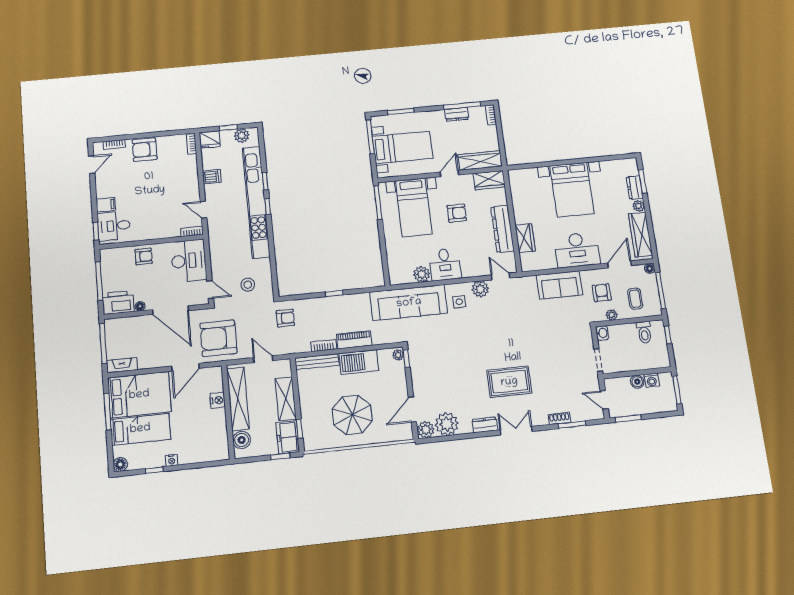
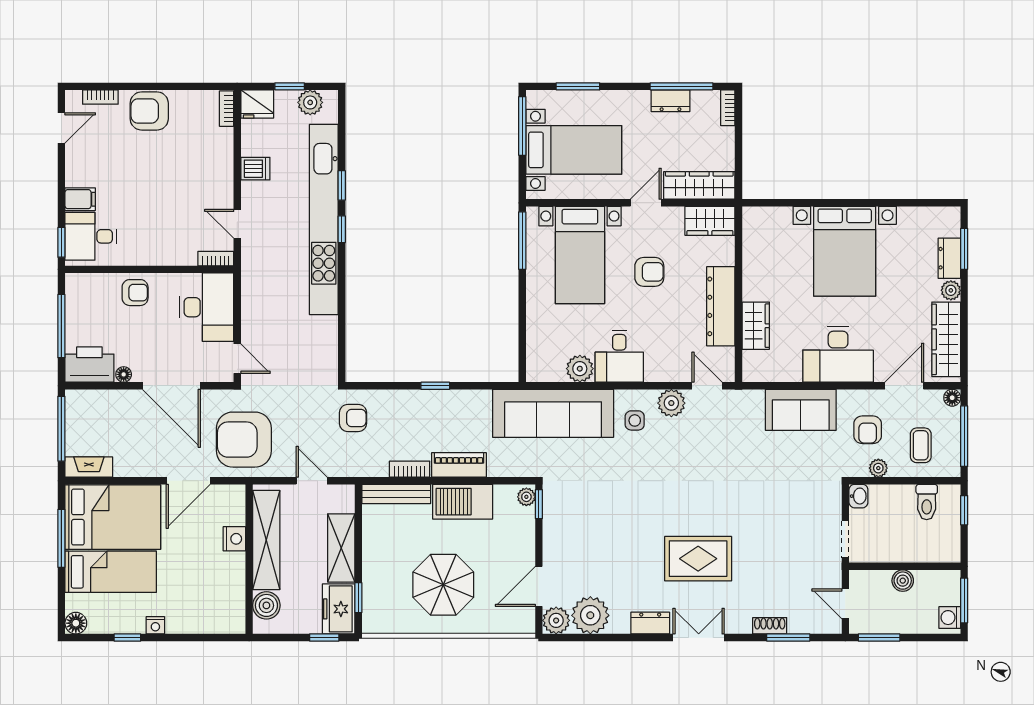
stool: (248, 285) -> (298, 357), removed
armchair: (602, 293) -> (868, 430), turned 180
washing machine: (652, 380) -> (950, 618), moved, turned 90

